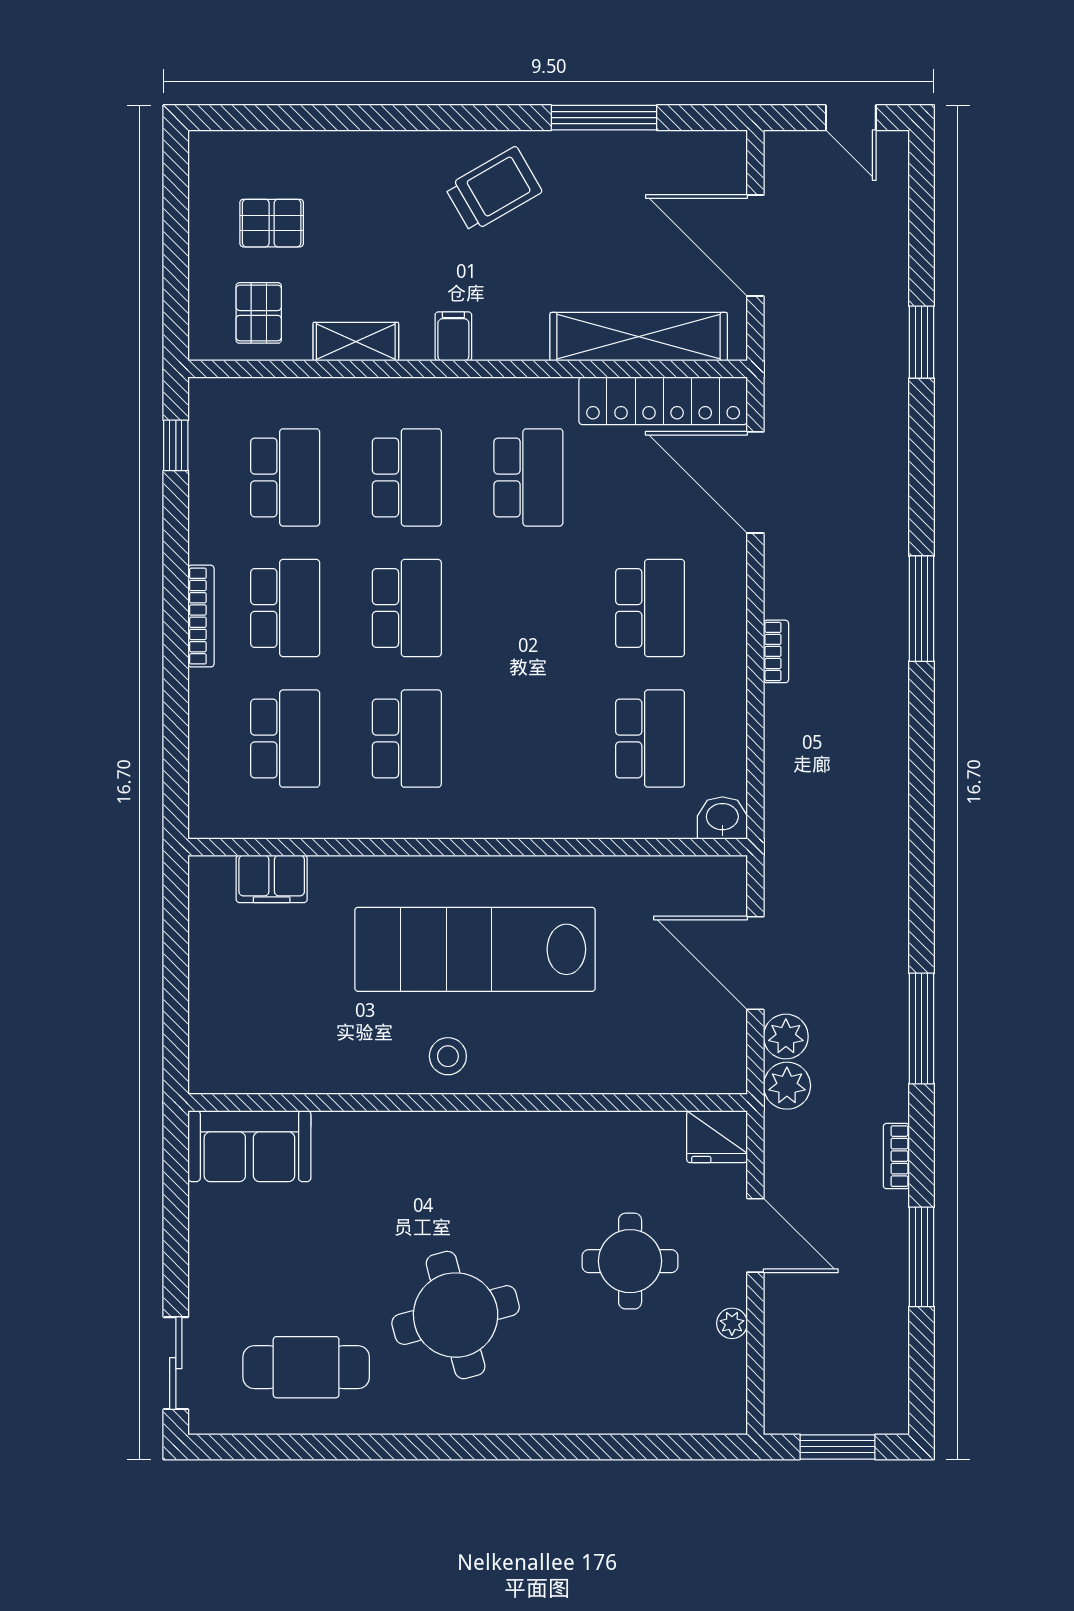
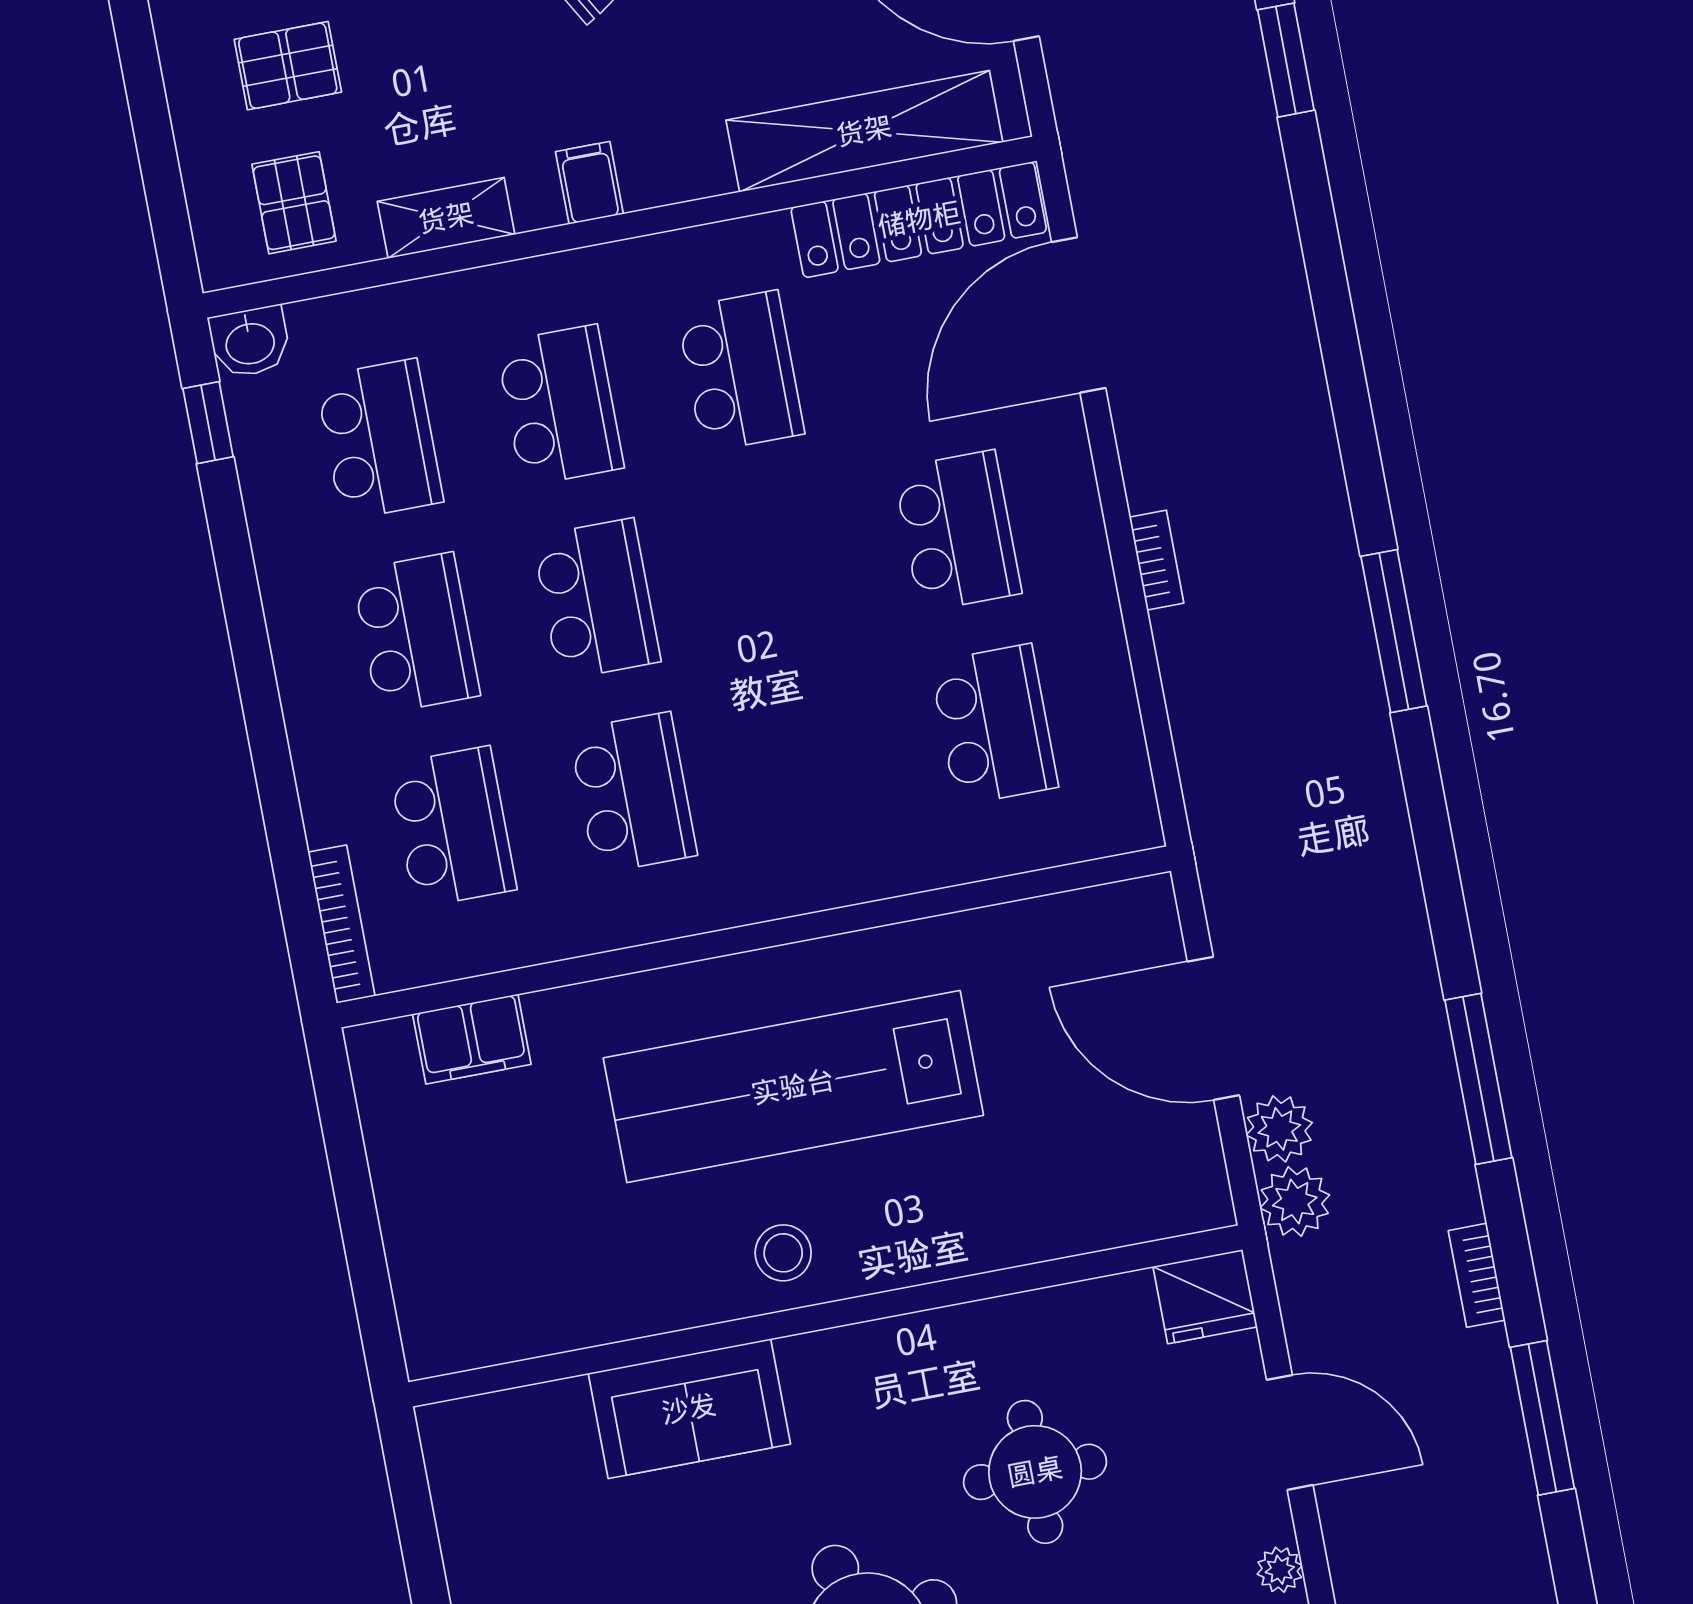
door: (755, 482) -> (1079, 315), hinge flipped
window: (922, 609) -> (1394, 631), moved
bookcase: (201, 616) -> (342, 924), moved
washbasin: (722, 818) -> (250, 342), moved, turned 180
sofa: (249, 1146) -> (689, 1409), moved
round table: (630, 1261) -> (1035, 1472), moved

